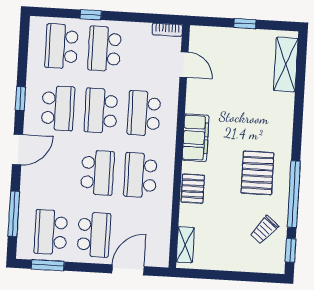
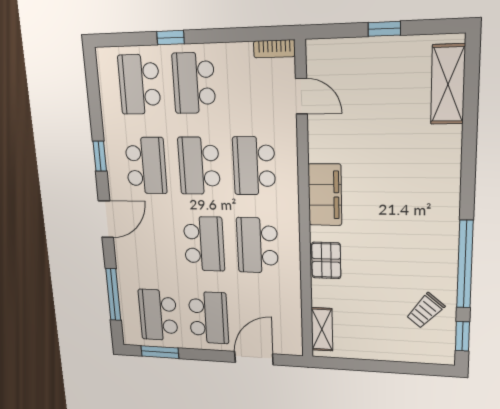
pallet: (257, 173) -> (413, 238), removed

